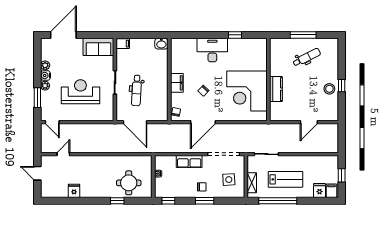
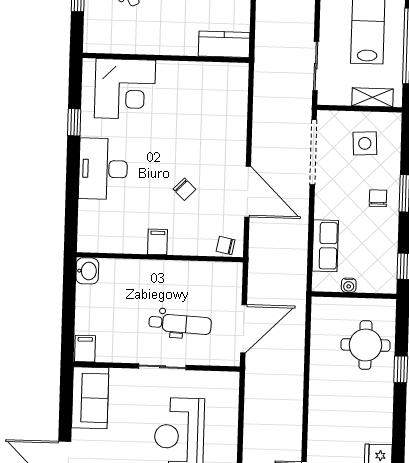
filing cabinet: (177, 83) -> (158, 242), width x0.50
kitchen counter: (276, 89) -> (224, 44), moved
corner desk: (247, 91) -> (125, 89), moved, width x0.74, depth x0.74
row of seats: (189, 161) -> (325, 246), moved

